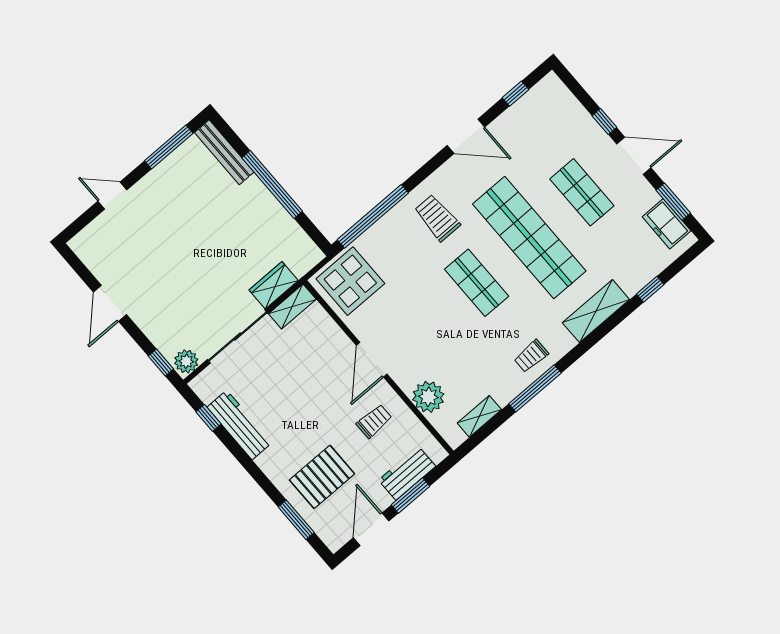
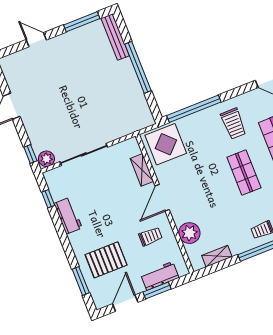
trolley: (437, 218) -> (233, 124), turned 180
wardrobe: (274, 285) -> (117, 130), removed
shelving: (292, 306) -> (142, 170), moved, turned 90
workbench: (239, 425) -> (68, 216), width x0.73

